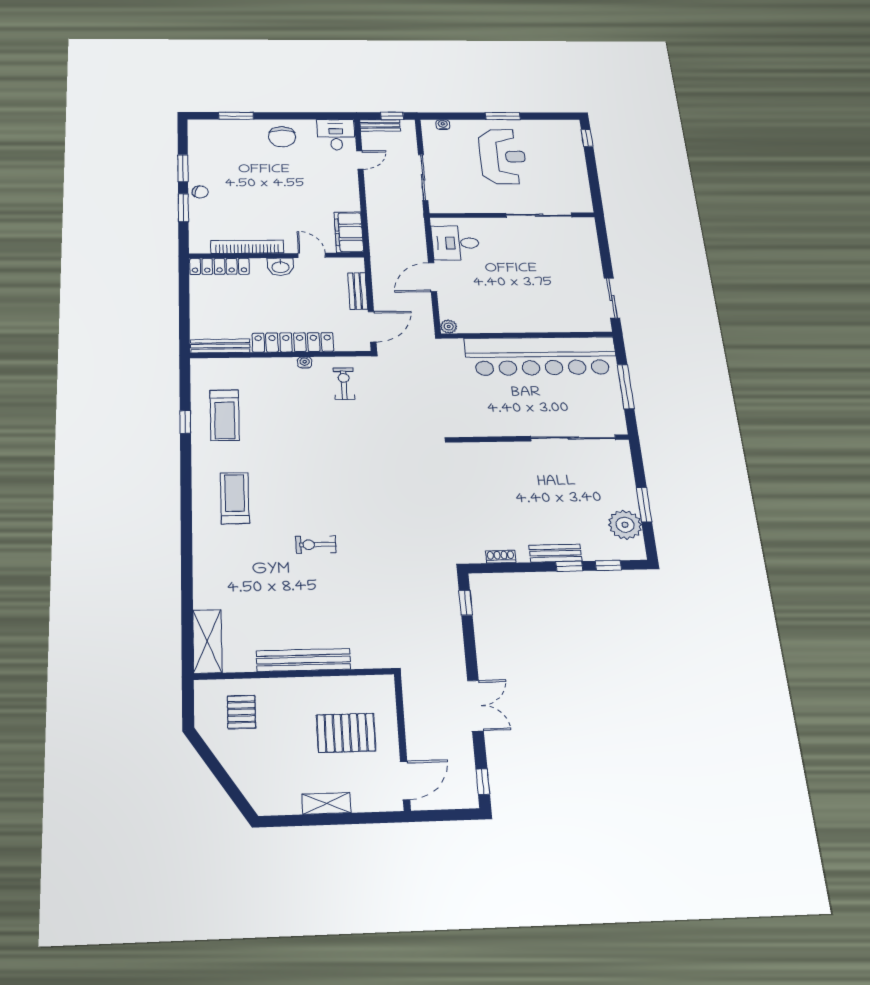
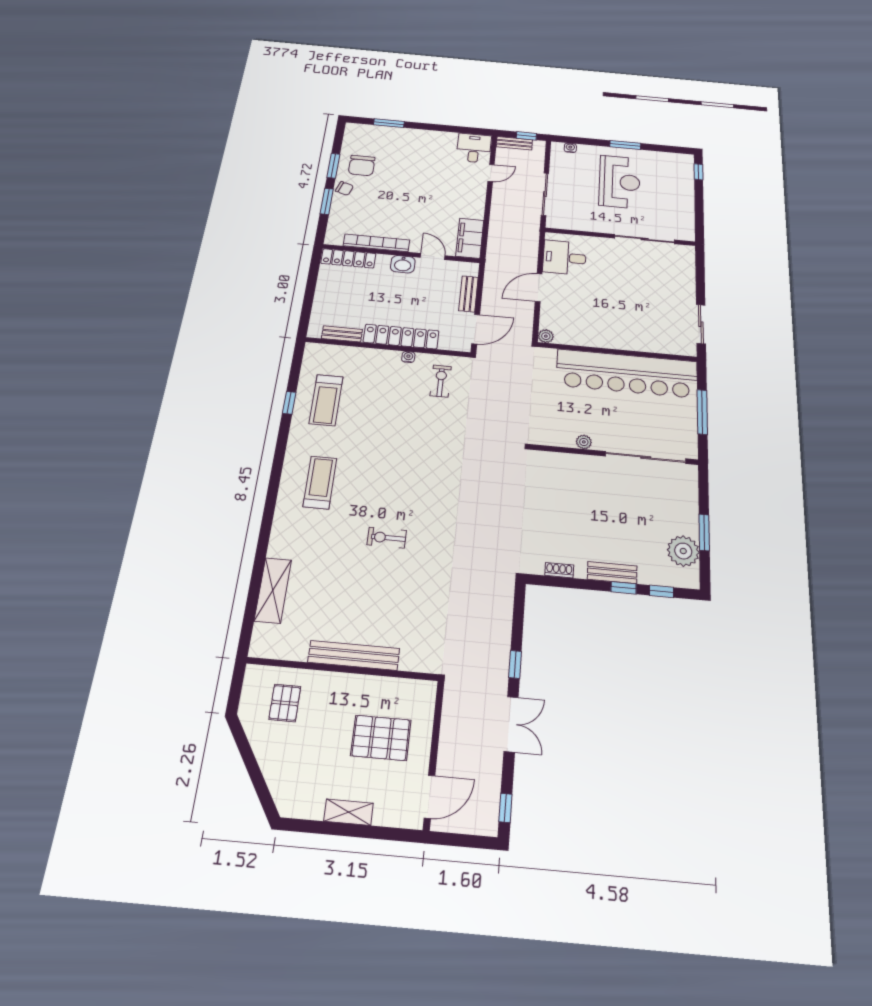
chair: (282, 137) -> (362, 166), moved
bench: (220, 346) -> (342, 334), width x0.73
plant: (506, 429) -> (584, 442), added
window: (466, 603) -> (515, 664), moved
shelving: (207, 641) -> (273, 590), moved

